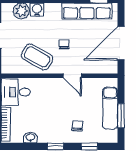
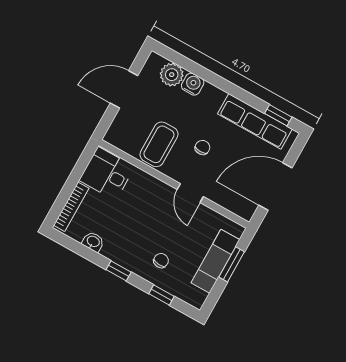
coffee table: (37, 57) -> (159, 144), turned 60
window: (121, 116) -> (232, 264), moved

